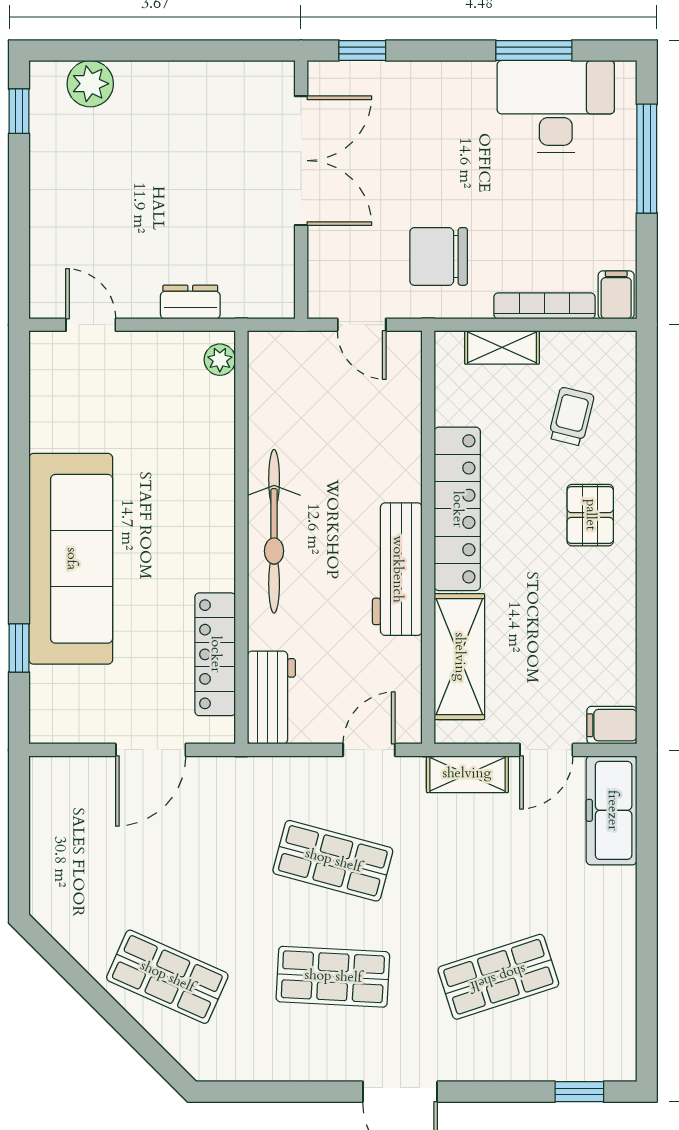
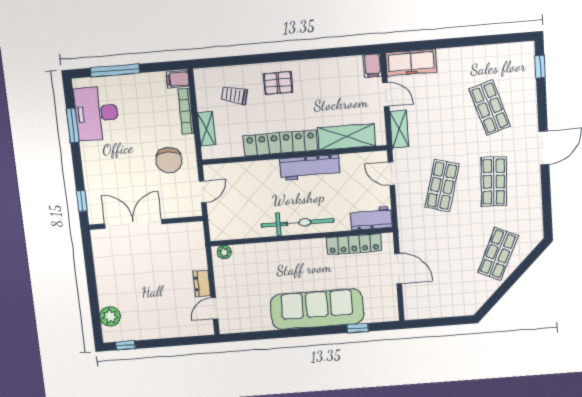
dresser: (190, 302) -> (202, 284), moved

